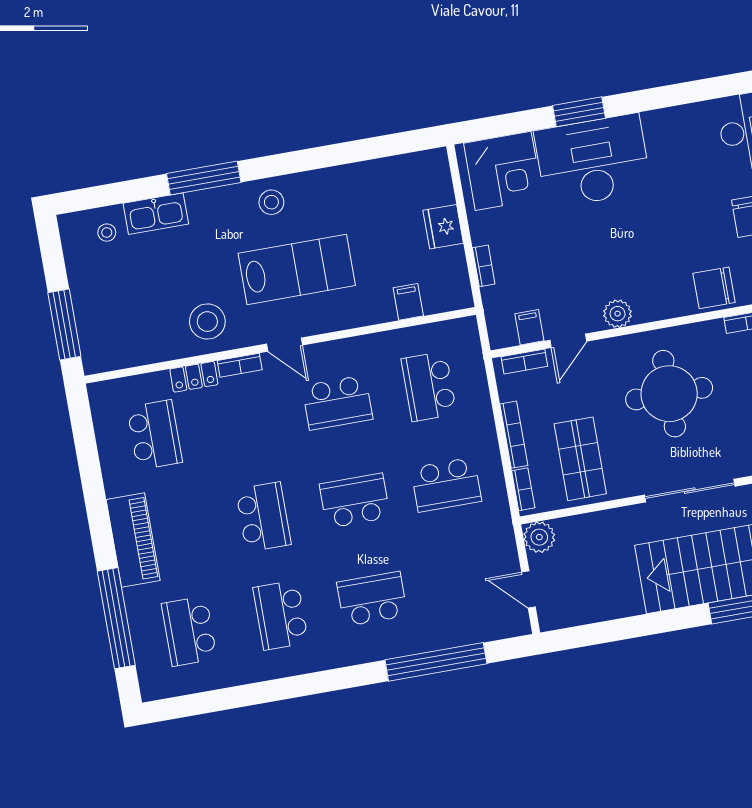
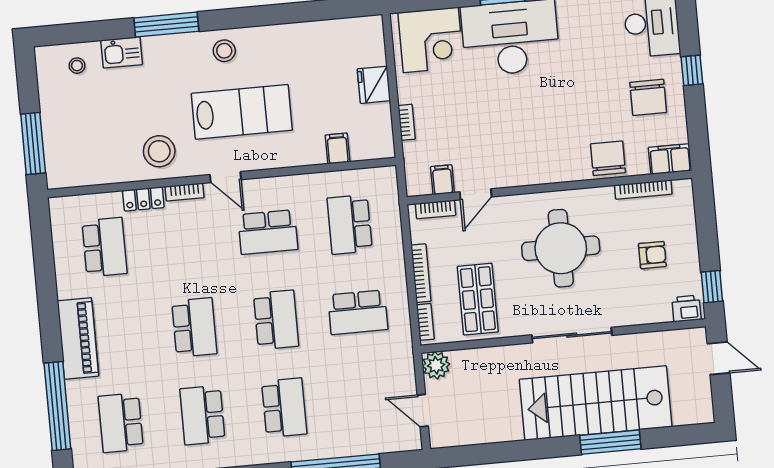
kitchen sink: (156, 214) -> (122, 52), width x0.73
chair: (714, 288) -> (608, 158), turned 90
plant: (618, 314) -> (521, 174), removed
school desk: (355, 501) -> (276, 320), turned 90
school desk: (372, 599) -> (284, 408), turned 90

